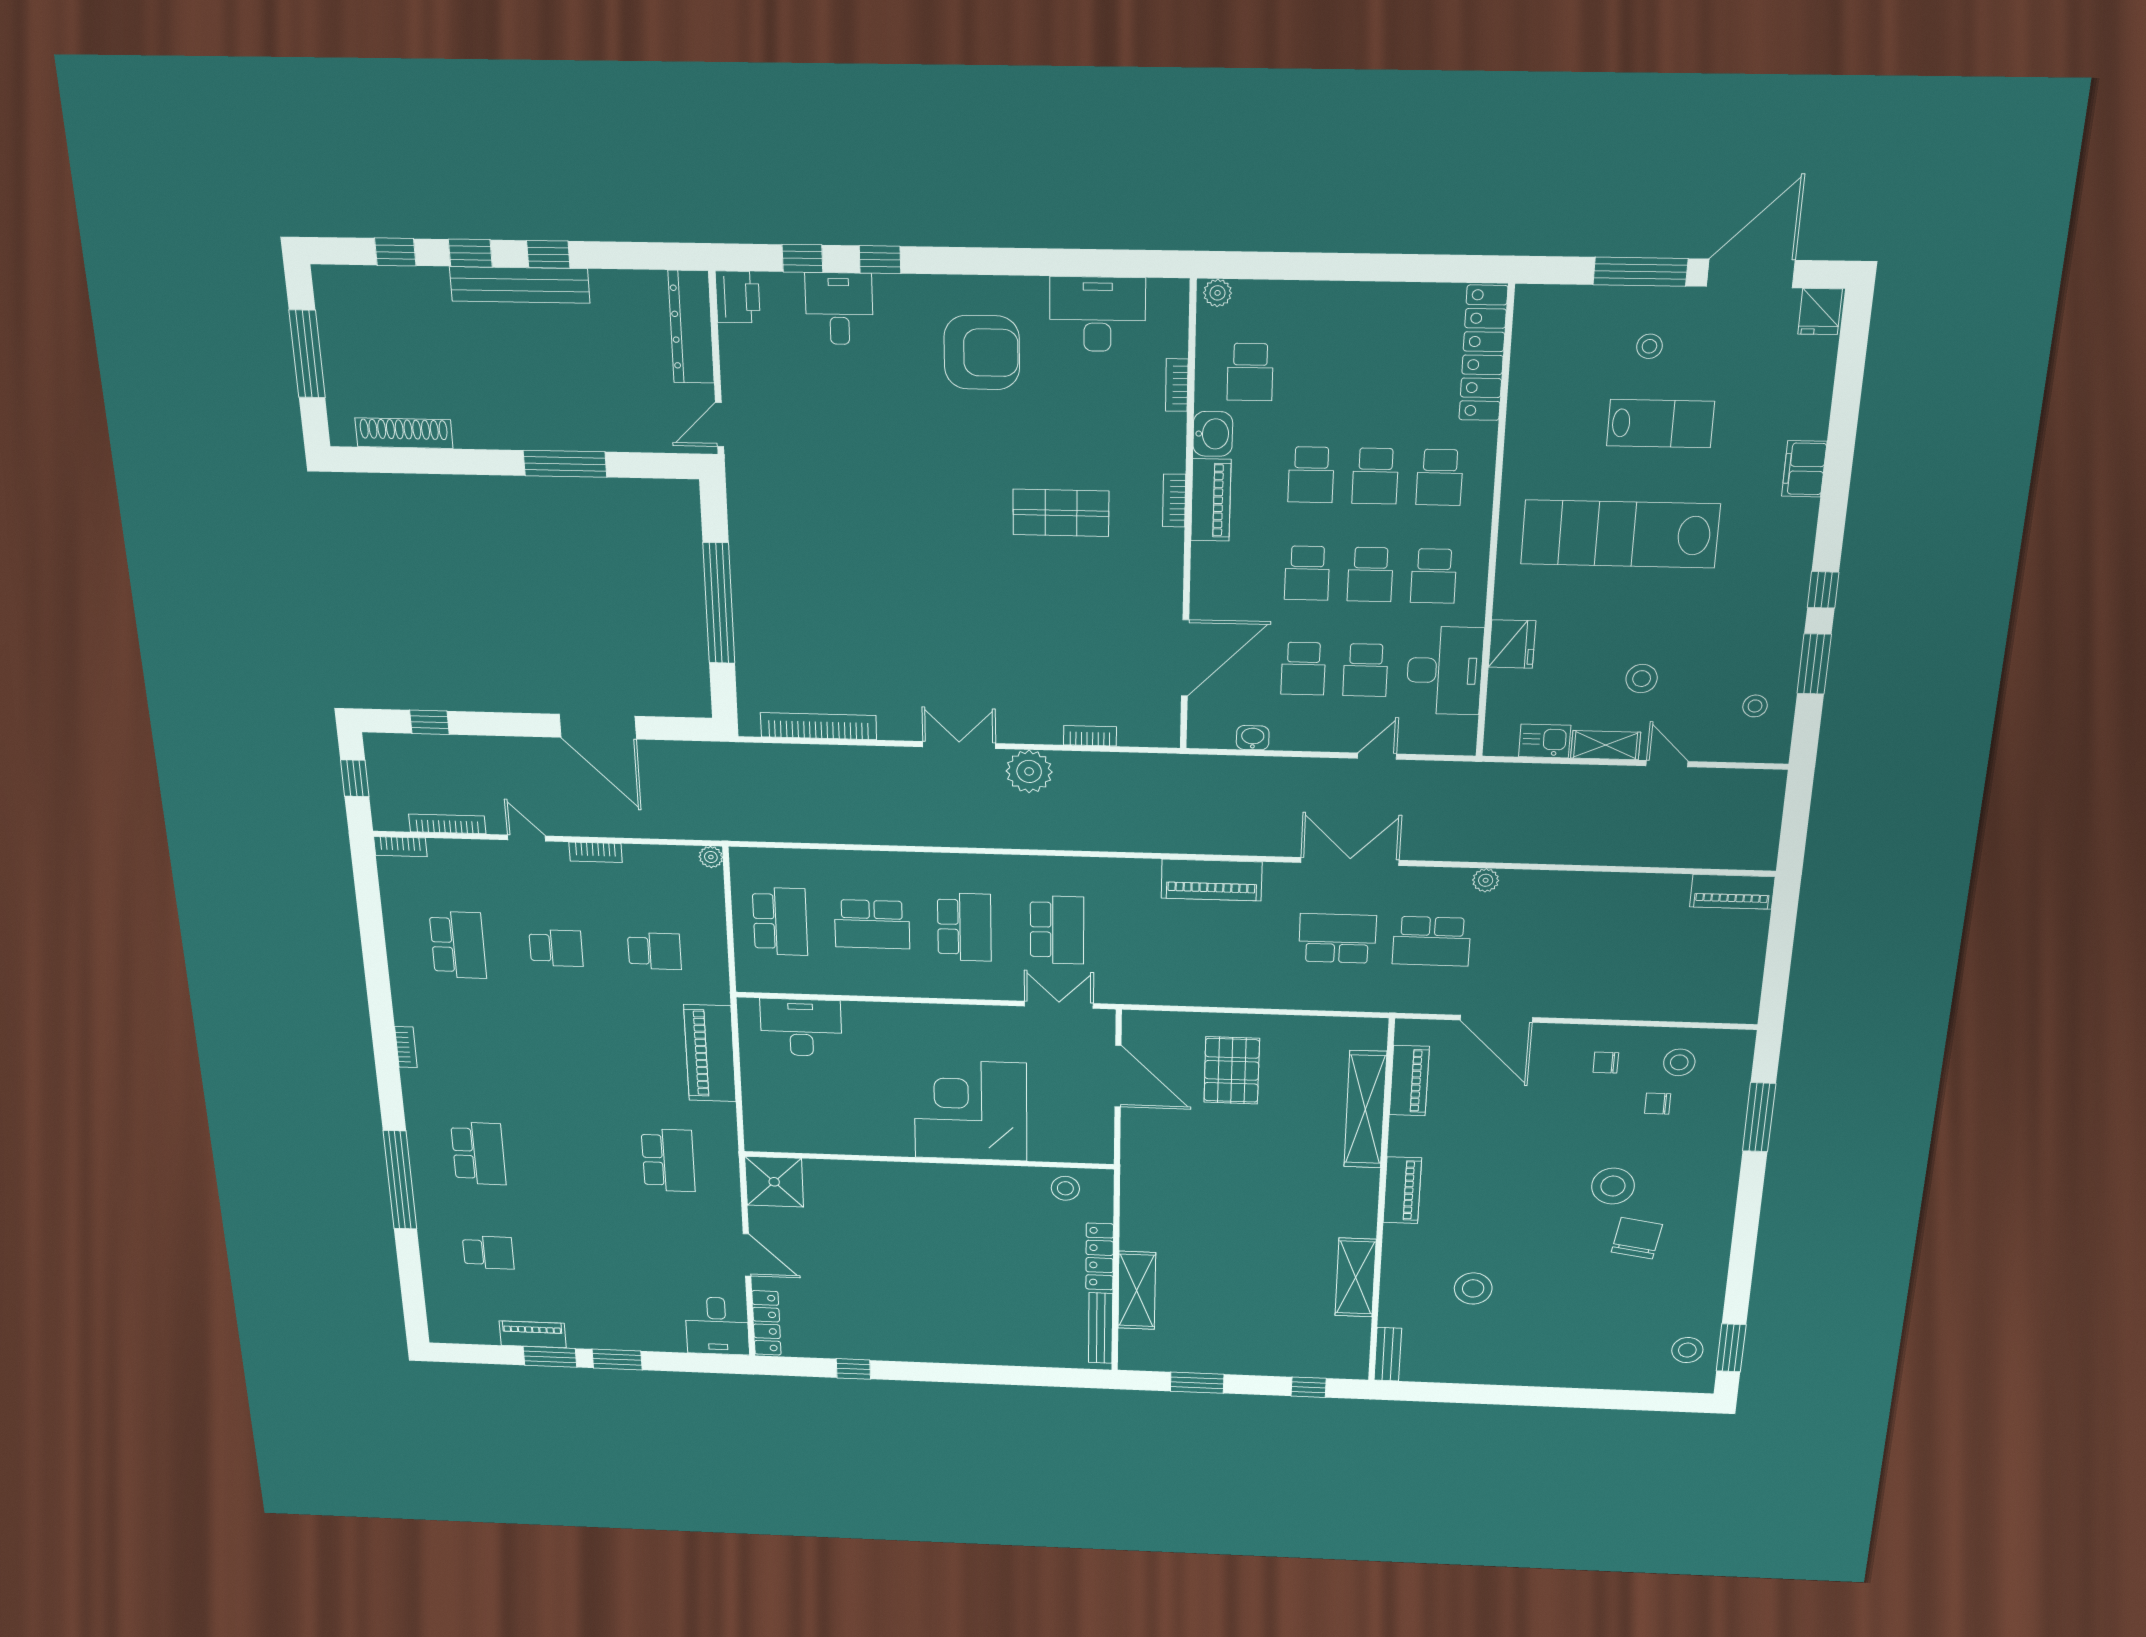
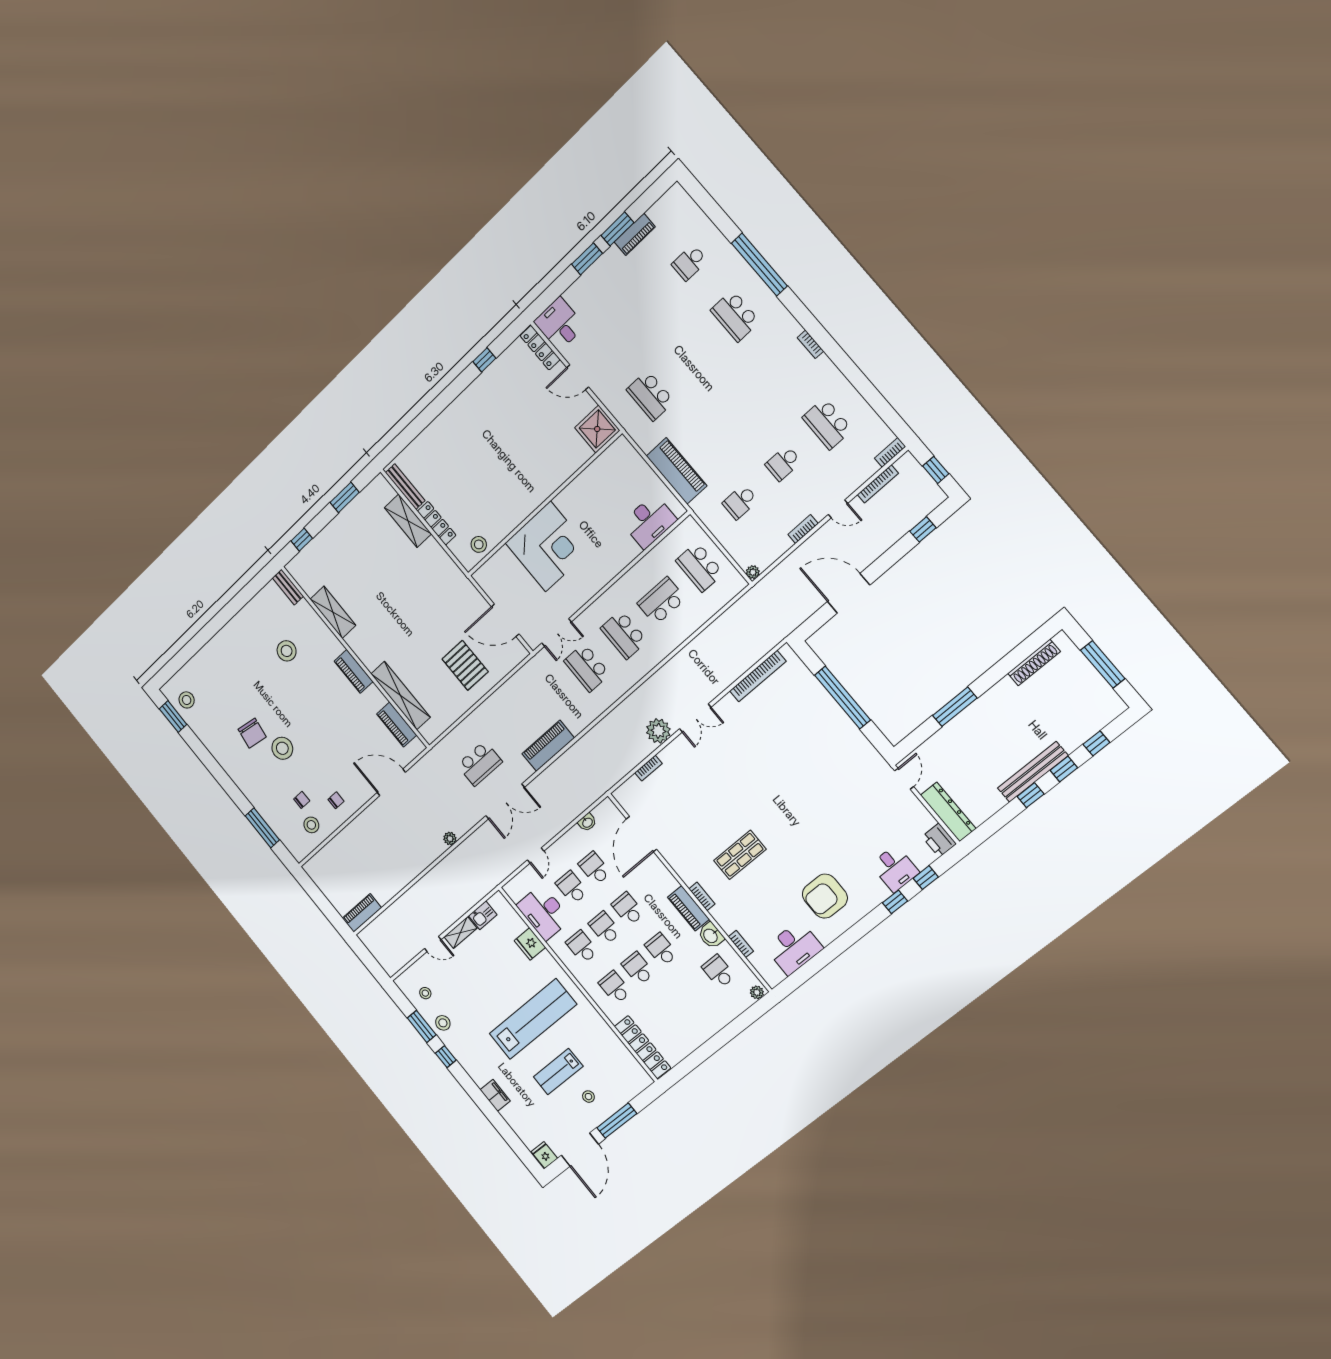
stool: (1642, 679) -> (443, 1023), moved
school desk: (1432, 941) -> (445, 794), removed

